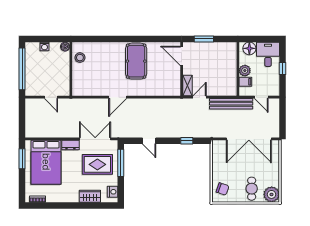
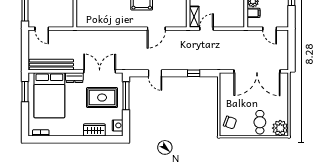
door: (51, 97) -> (42, 29), moved
door: (118, 97) -> (156, 29), moved
bench: (231, 104) -> (51, 65), moved

